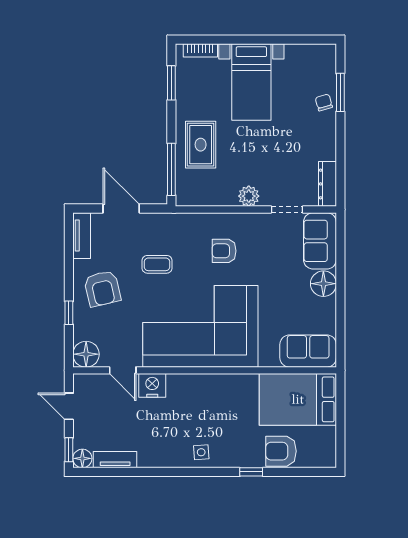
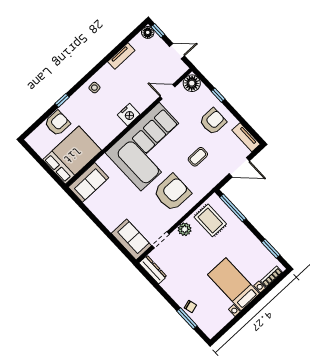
rug: (201, 145) -> (210, 220), moved
armchair: (224, 251) -> (172, 193), width x1.88, depth x1.88
floor lamp: (323, 284) -> (111, 221), removed
armchair: (102, 289) -> (213, 121), turned 103
nightstand: (152, 385) -> (129, 115), moved
tv unit: (115, 460) -> (121, 56), moved

